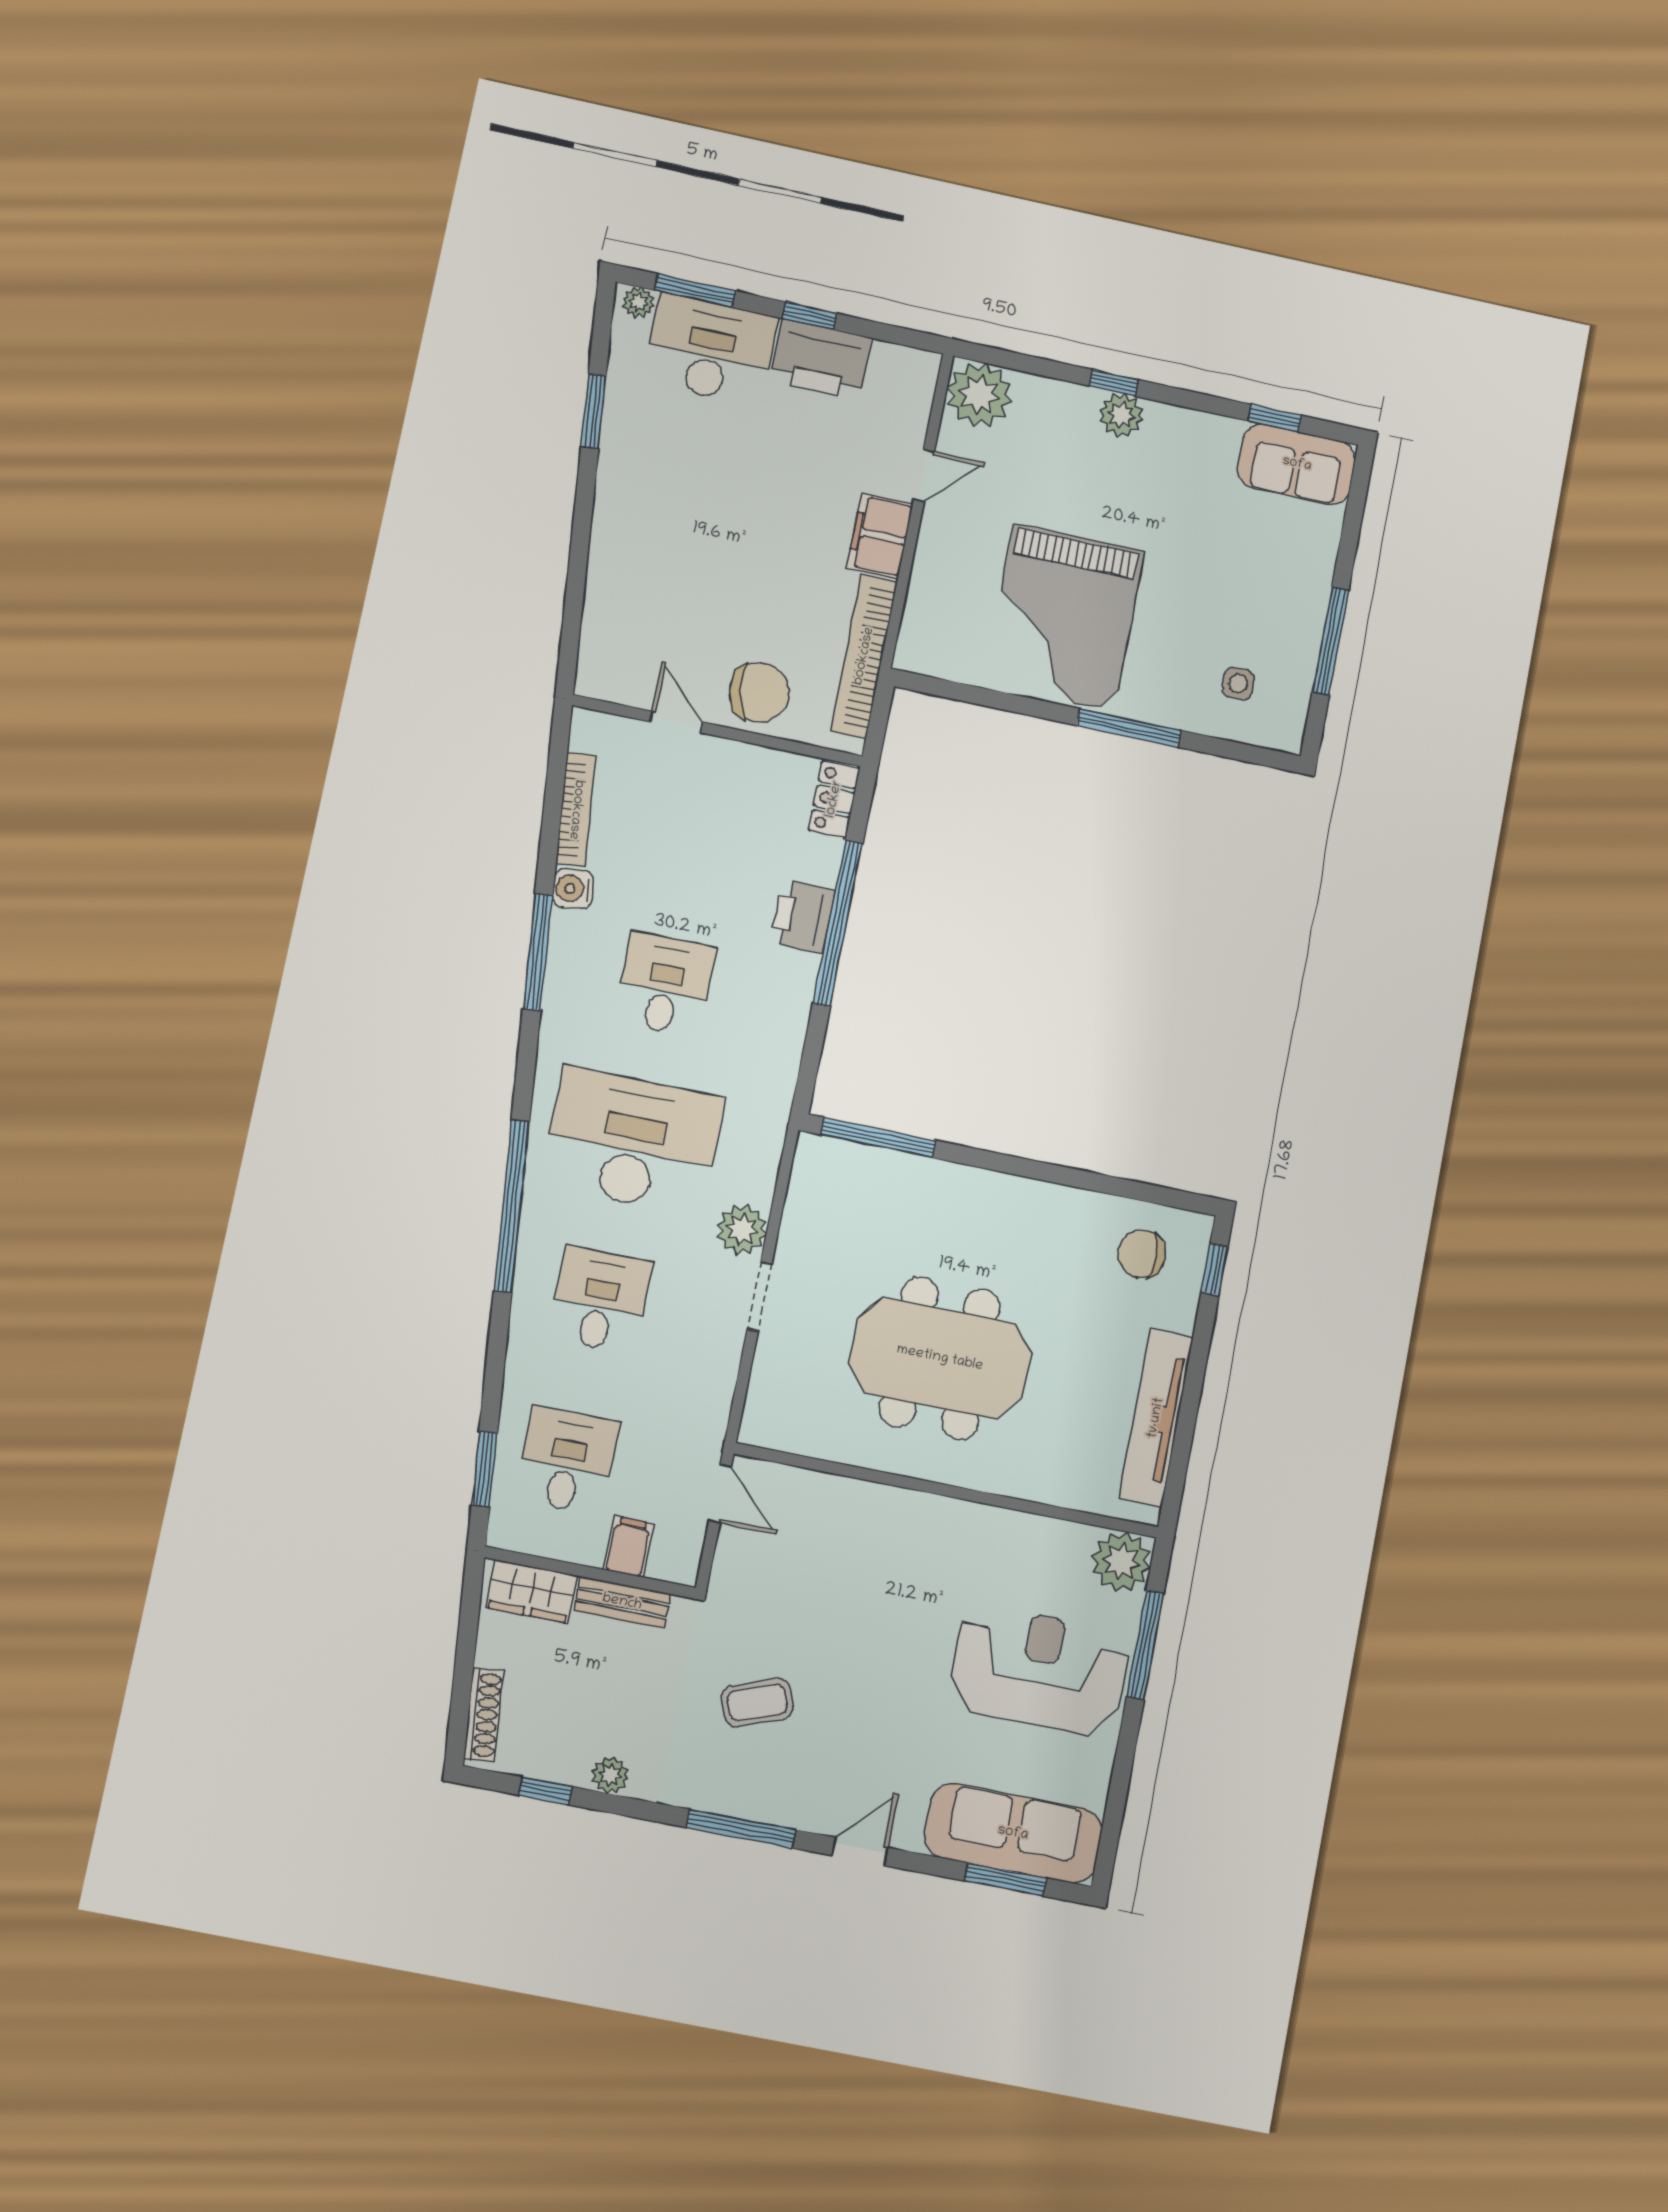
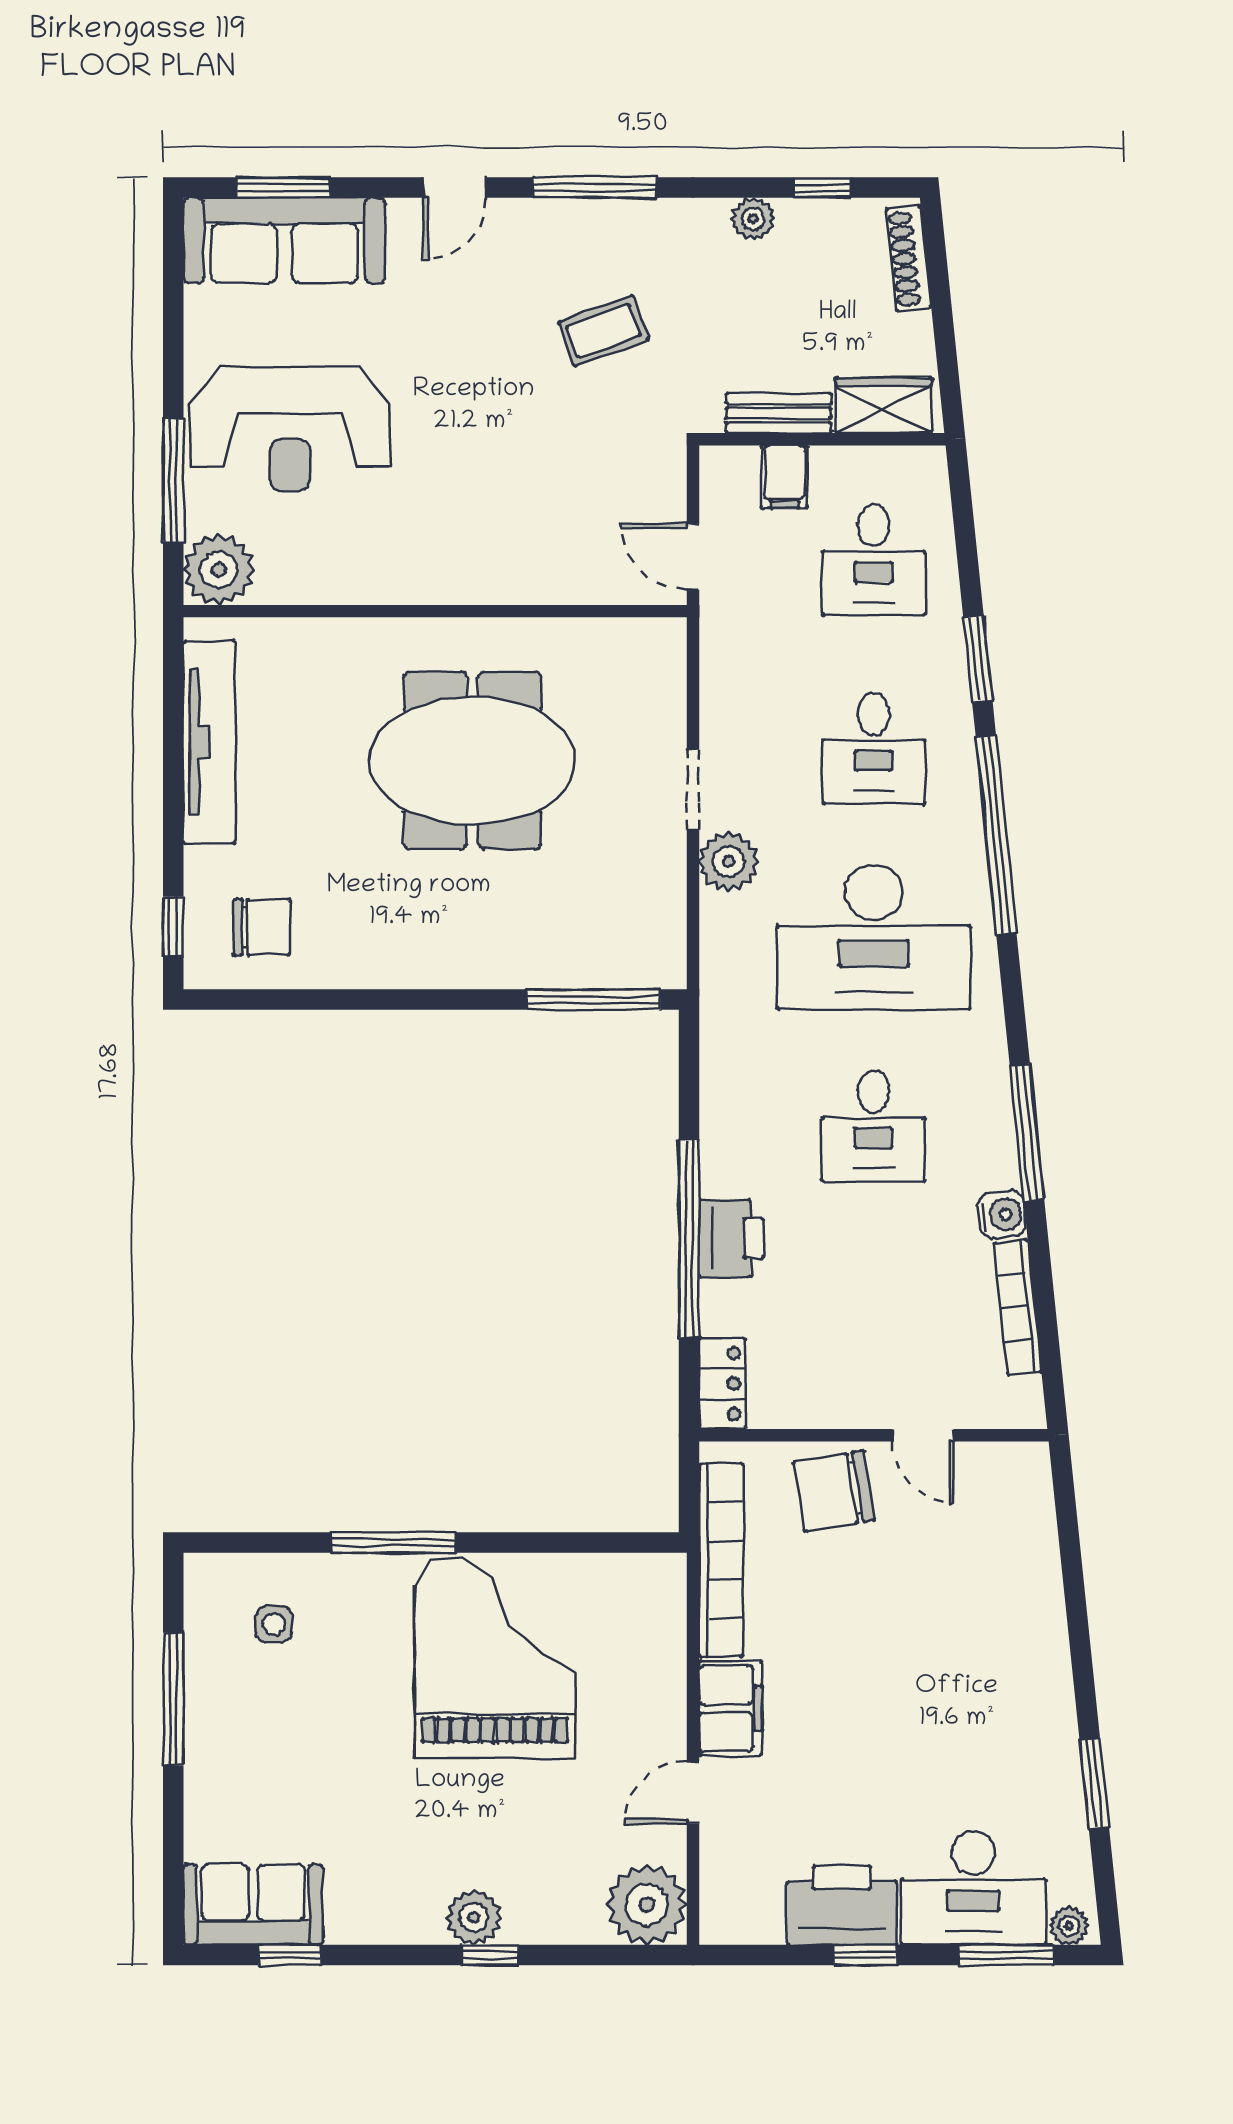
window: (484, 1469) -> (978, 659), moved

